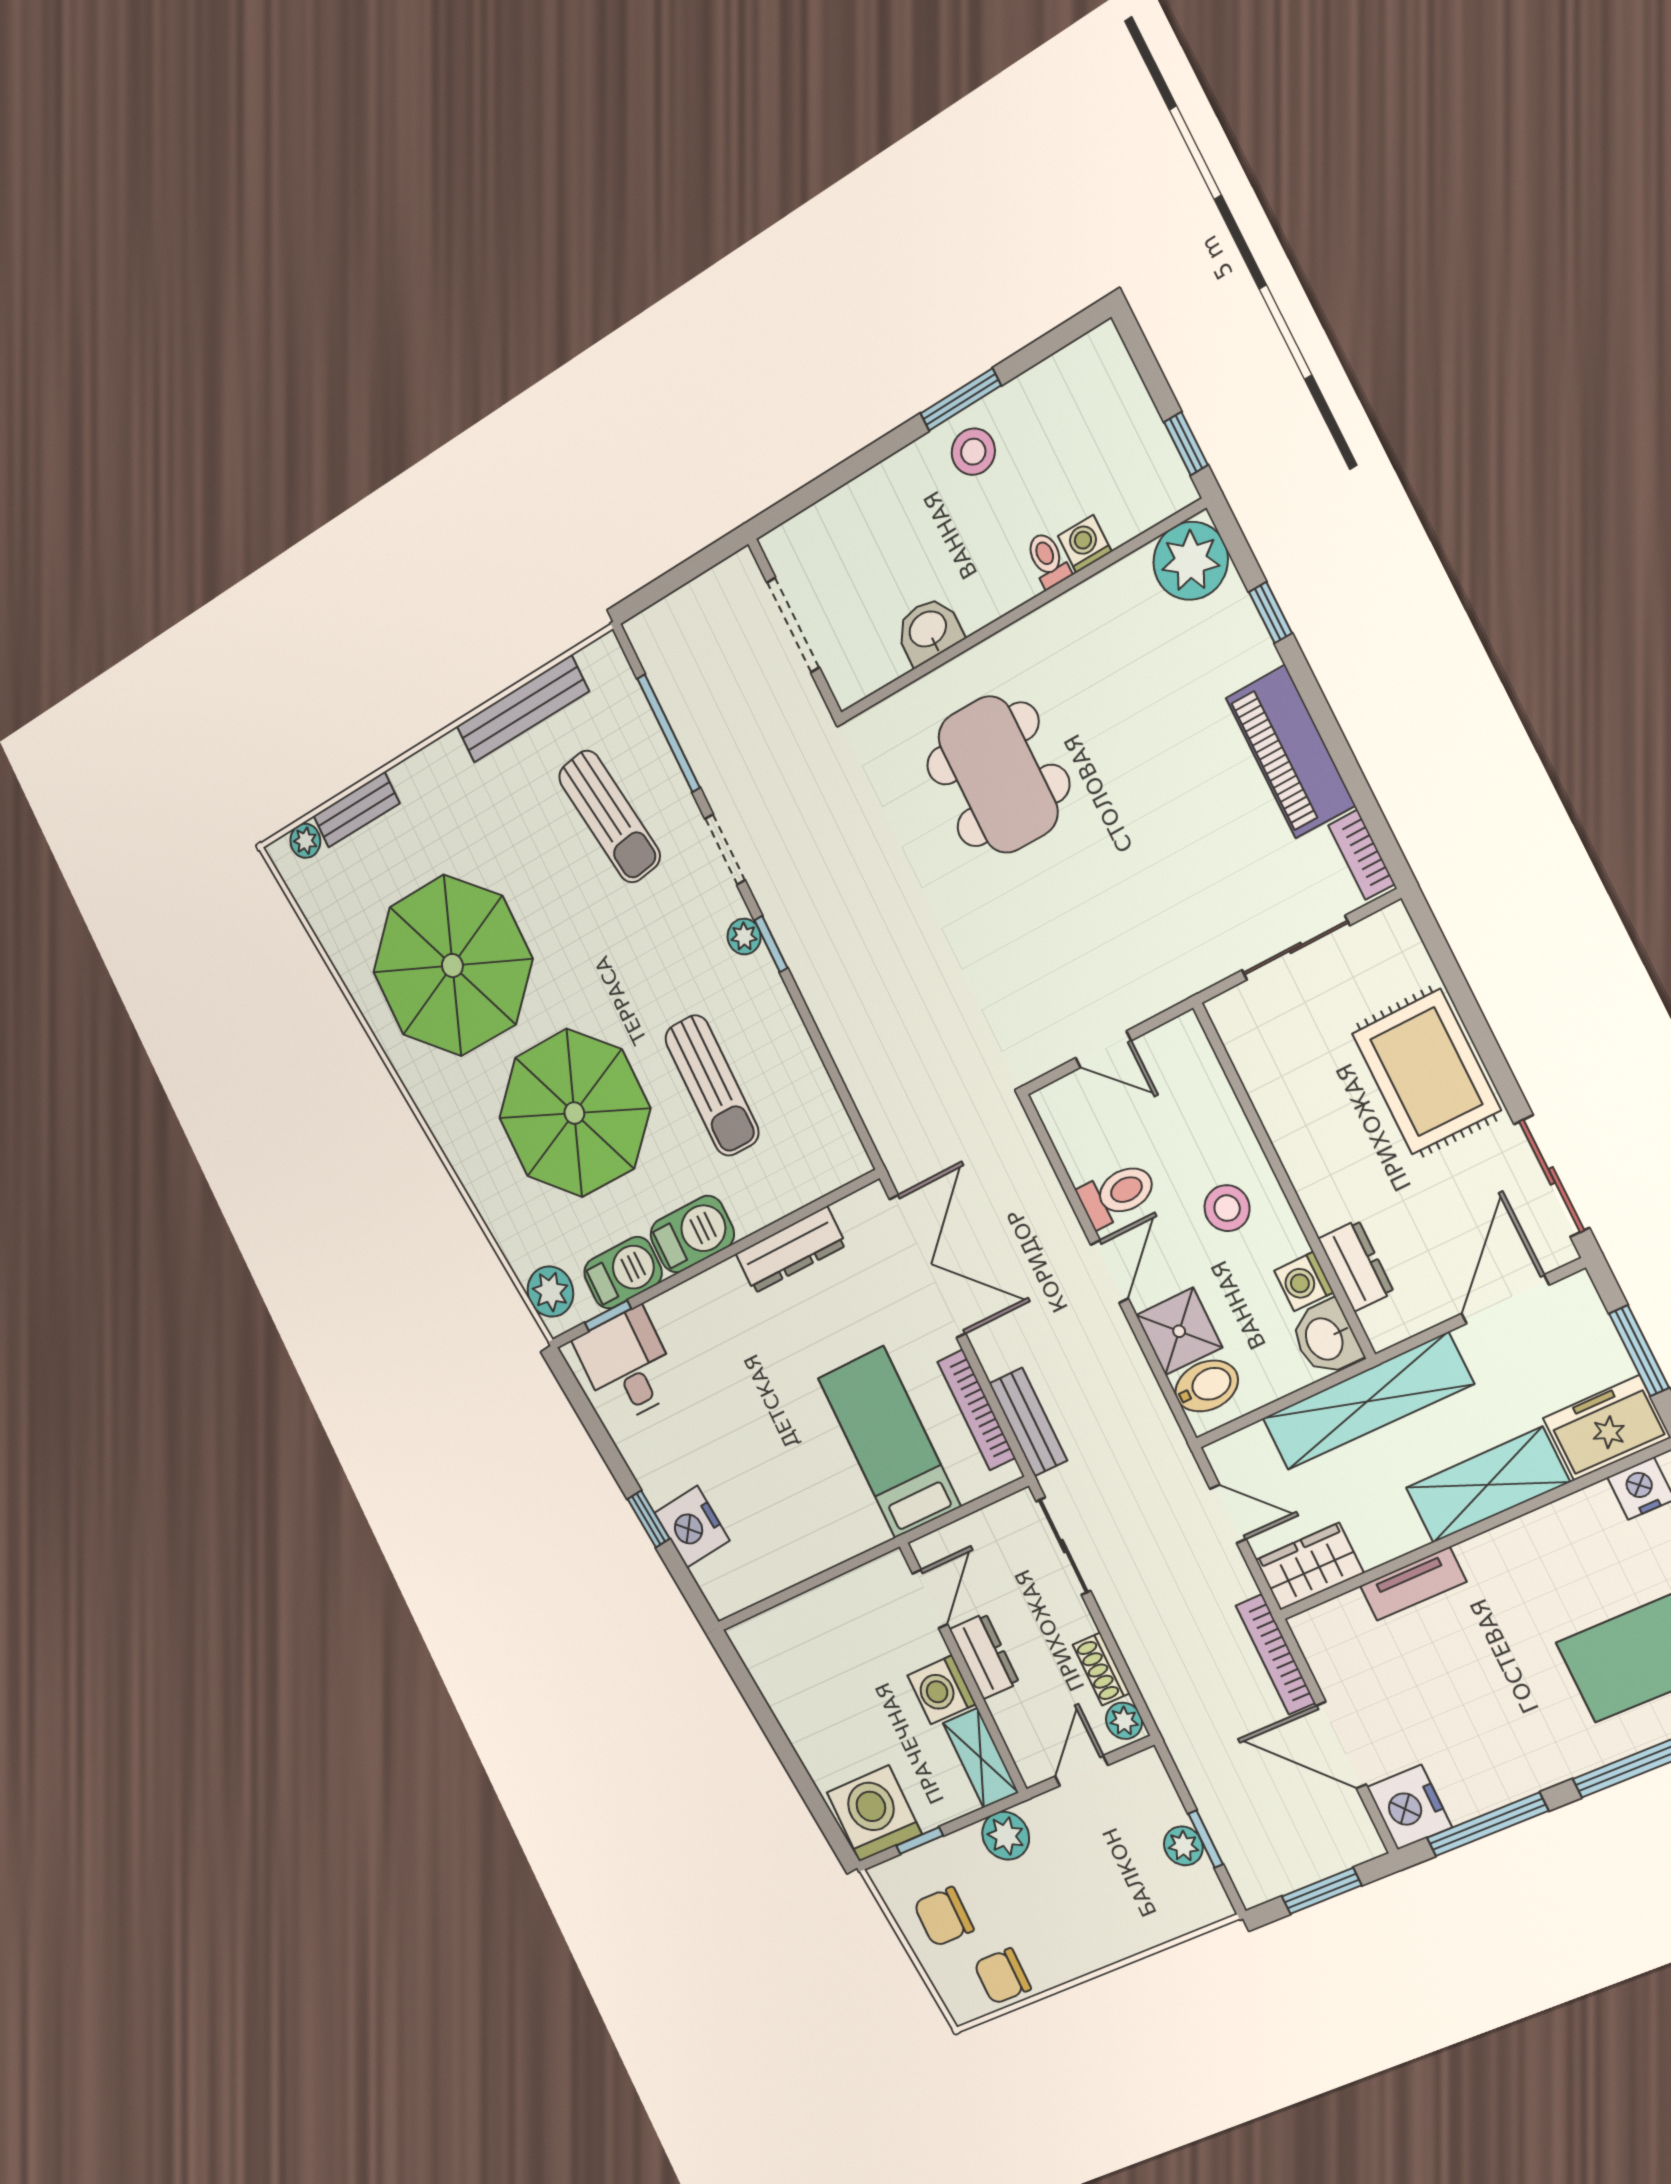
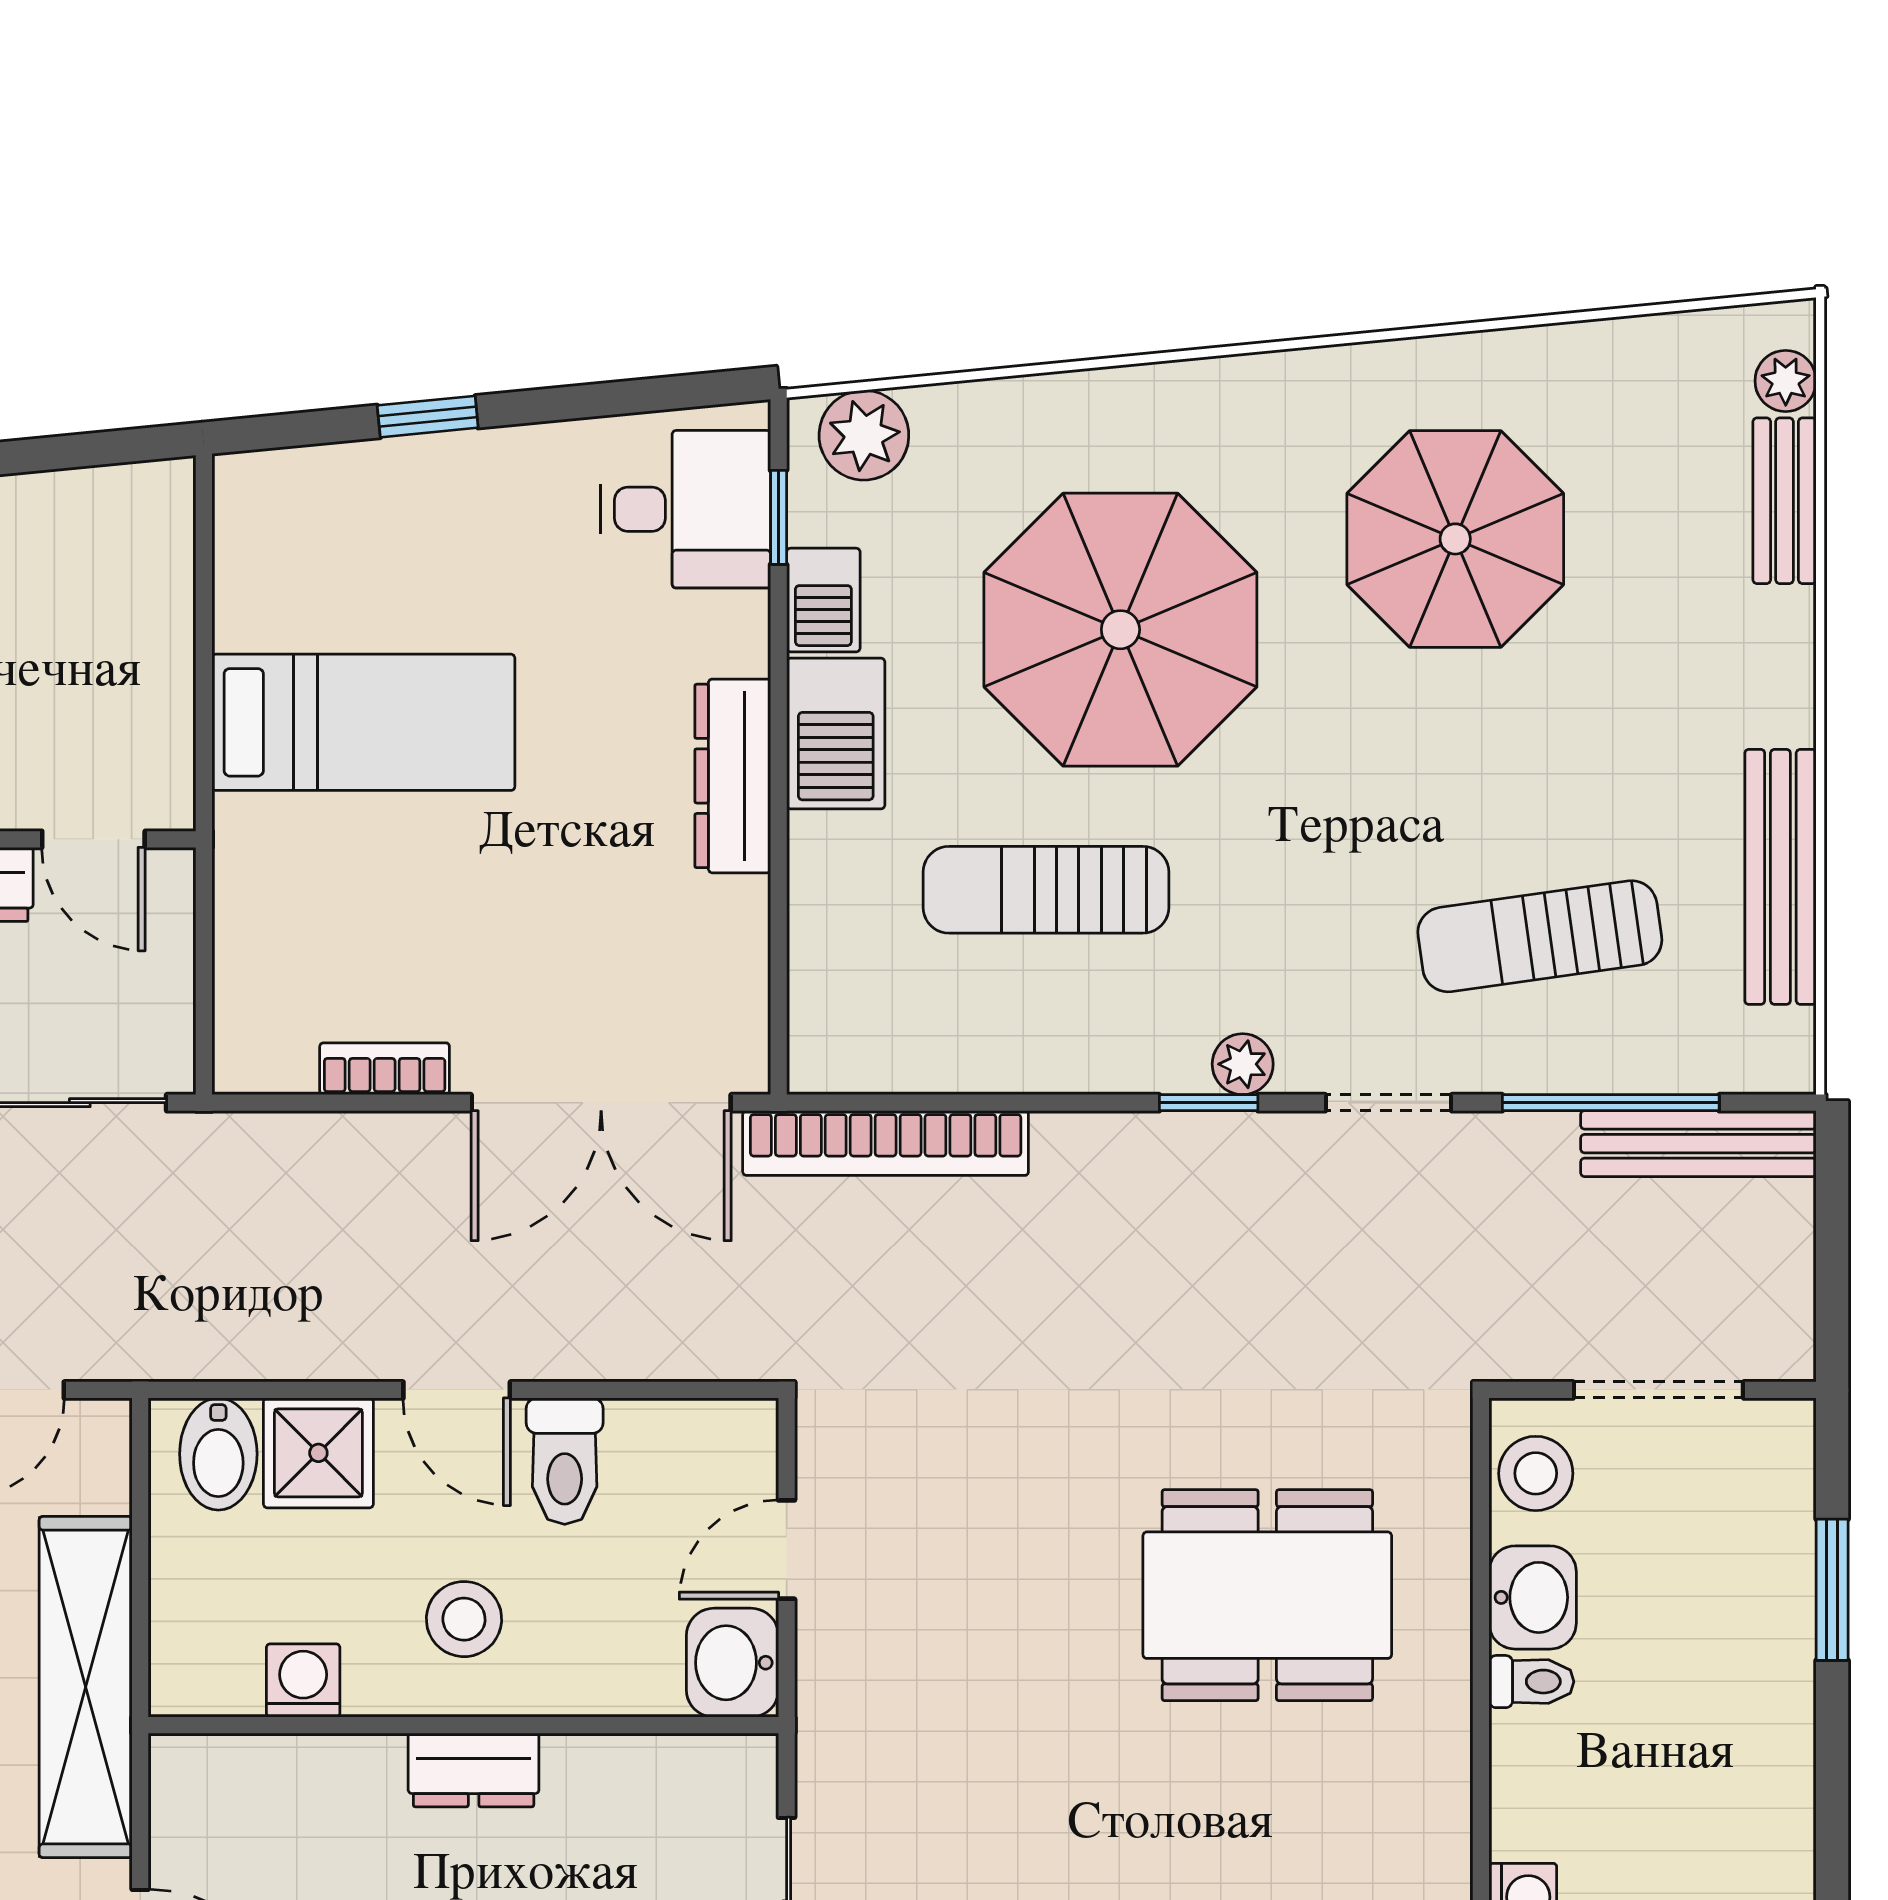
window: (961, 399) -> (1832, 1590), moved
stool: (973, 452) -> (1536, 1473), moved
toilet: (1048, 560) -> (1531, 1682), moved
parasol: (452, 966) -> (1455, 539), width x0.73, depth x0.73
bookcase: (874, 1104) -> (886, 1143), added
dresser: (791, 1250) -> (733, 776), moved
dresser: (1356, 1266) -> (474, 1770), moved
barbecue: (623, 1273) -> (823, 600), width x0.73, depth x0.79
washbasin: (1326, 1338) -> (732, 1663), moved, turned -90
bookcase: (976, 1410) -> (385, 1069), width x0.64
bench: (1028, 1422) -> (1698, 1144), moved, width x1.36
bed: (889, 1442) -> (363, 722), moved
nightstand: (692, 1527) -> (382, 487), removed

